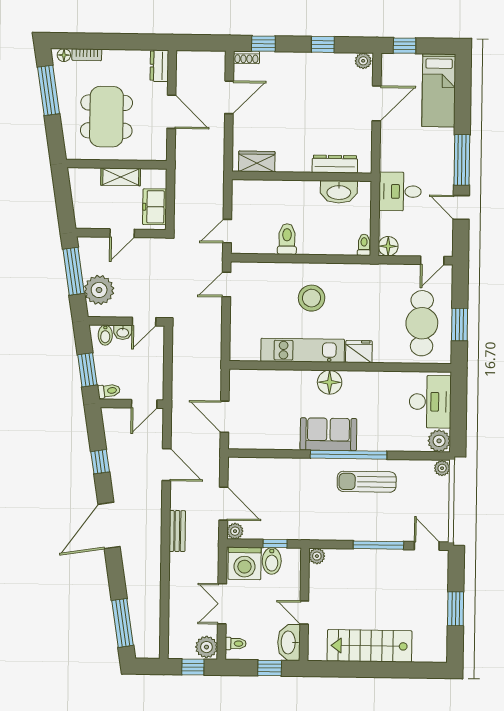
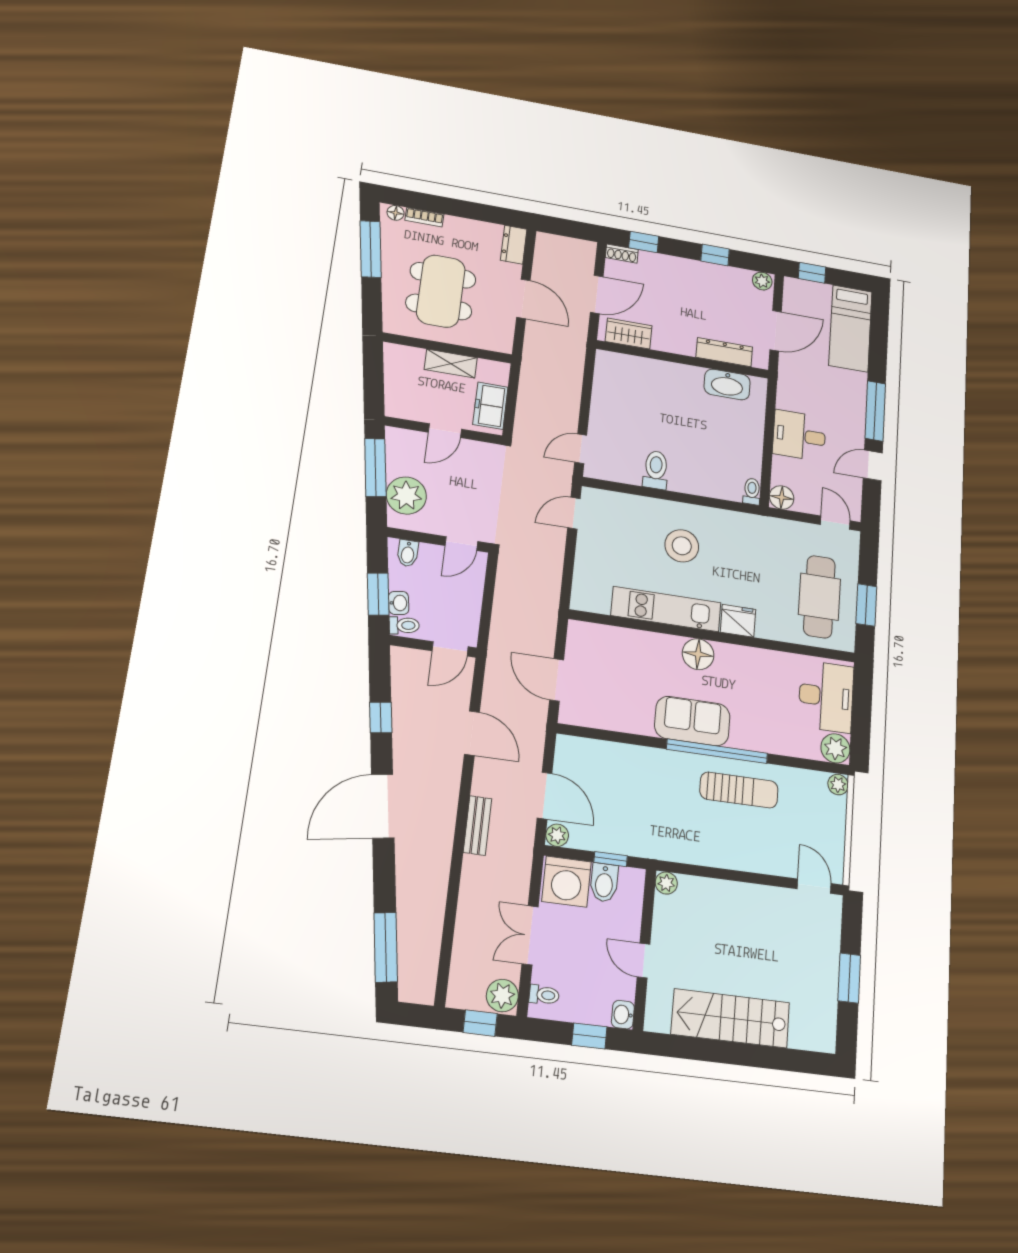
wardrobe: (257, 161) -> (629, 334), moved
dresser: (335, 164) -> (724, 352), moved
wall: (302, 176) -> (683, 359), moved
washbasin: (339, 192) -> (727, 385), moved
door: (461, 207) -> (873, 465), hinge flipped
door: (432, 260) -> (835, 523), swing flipped
washbasin: (123, 332) -> (399, 603), moved, turned -99
sun lounger: (367, 482) -> (739, 790), turned 180
window: (378, 545) -> (750, 878), removed
washbasin: (289, 642) -> (623, 1015), width x0.52, depth x0.69

